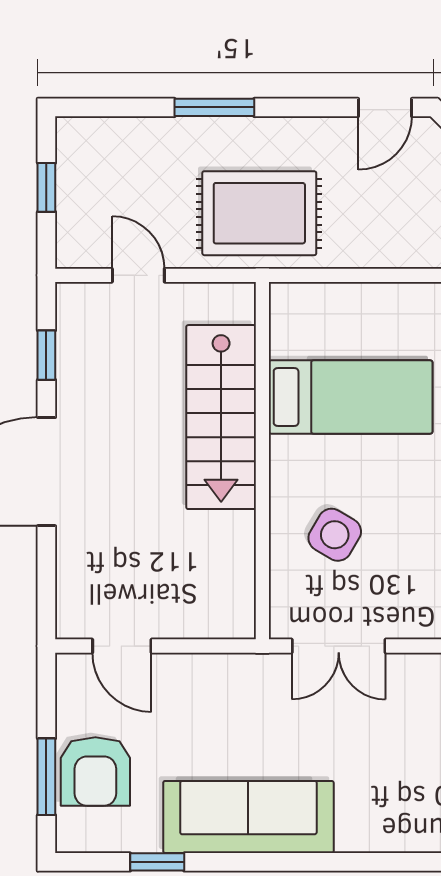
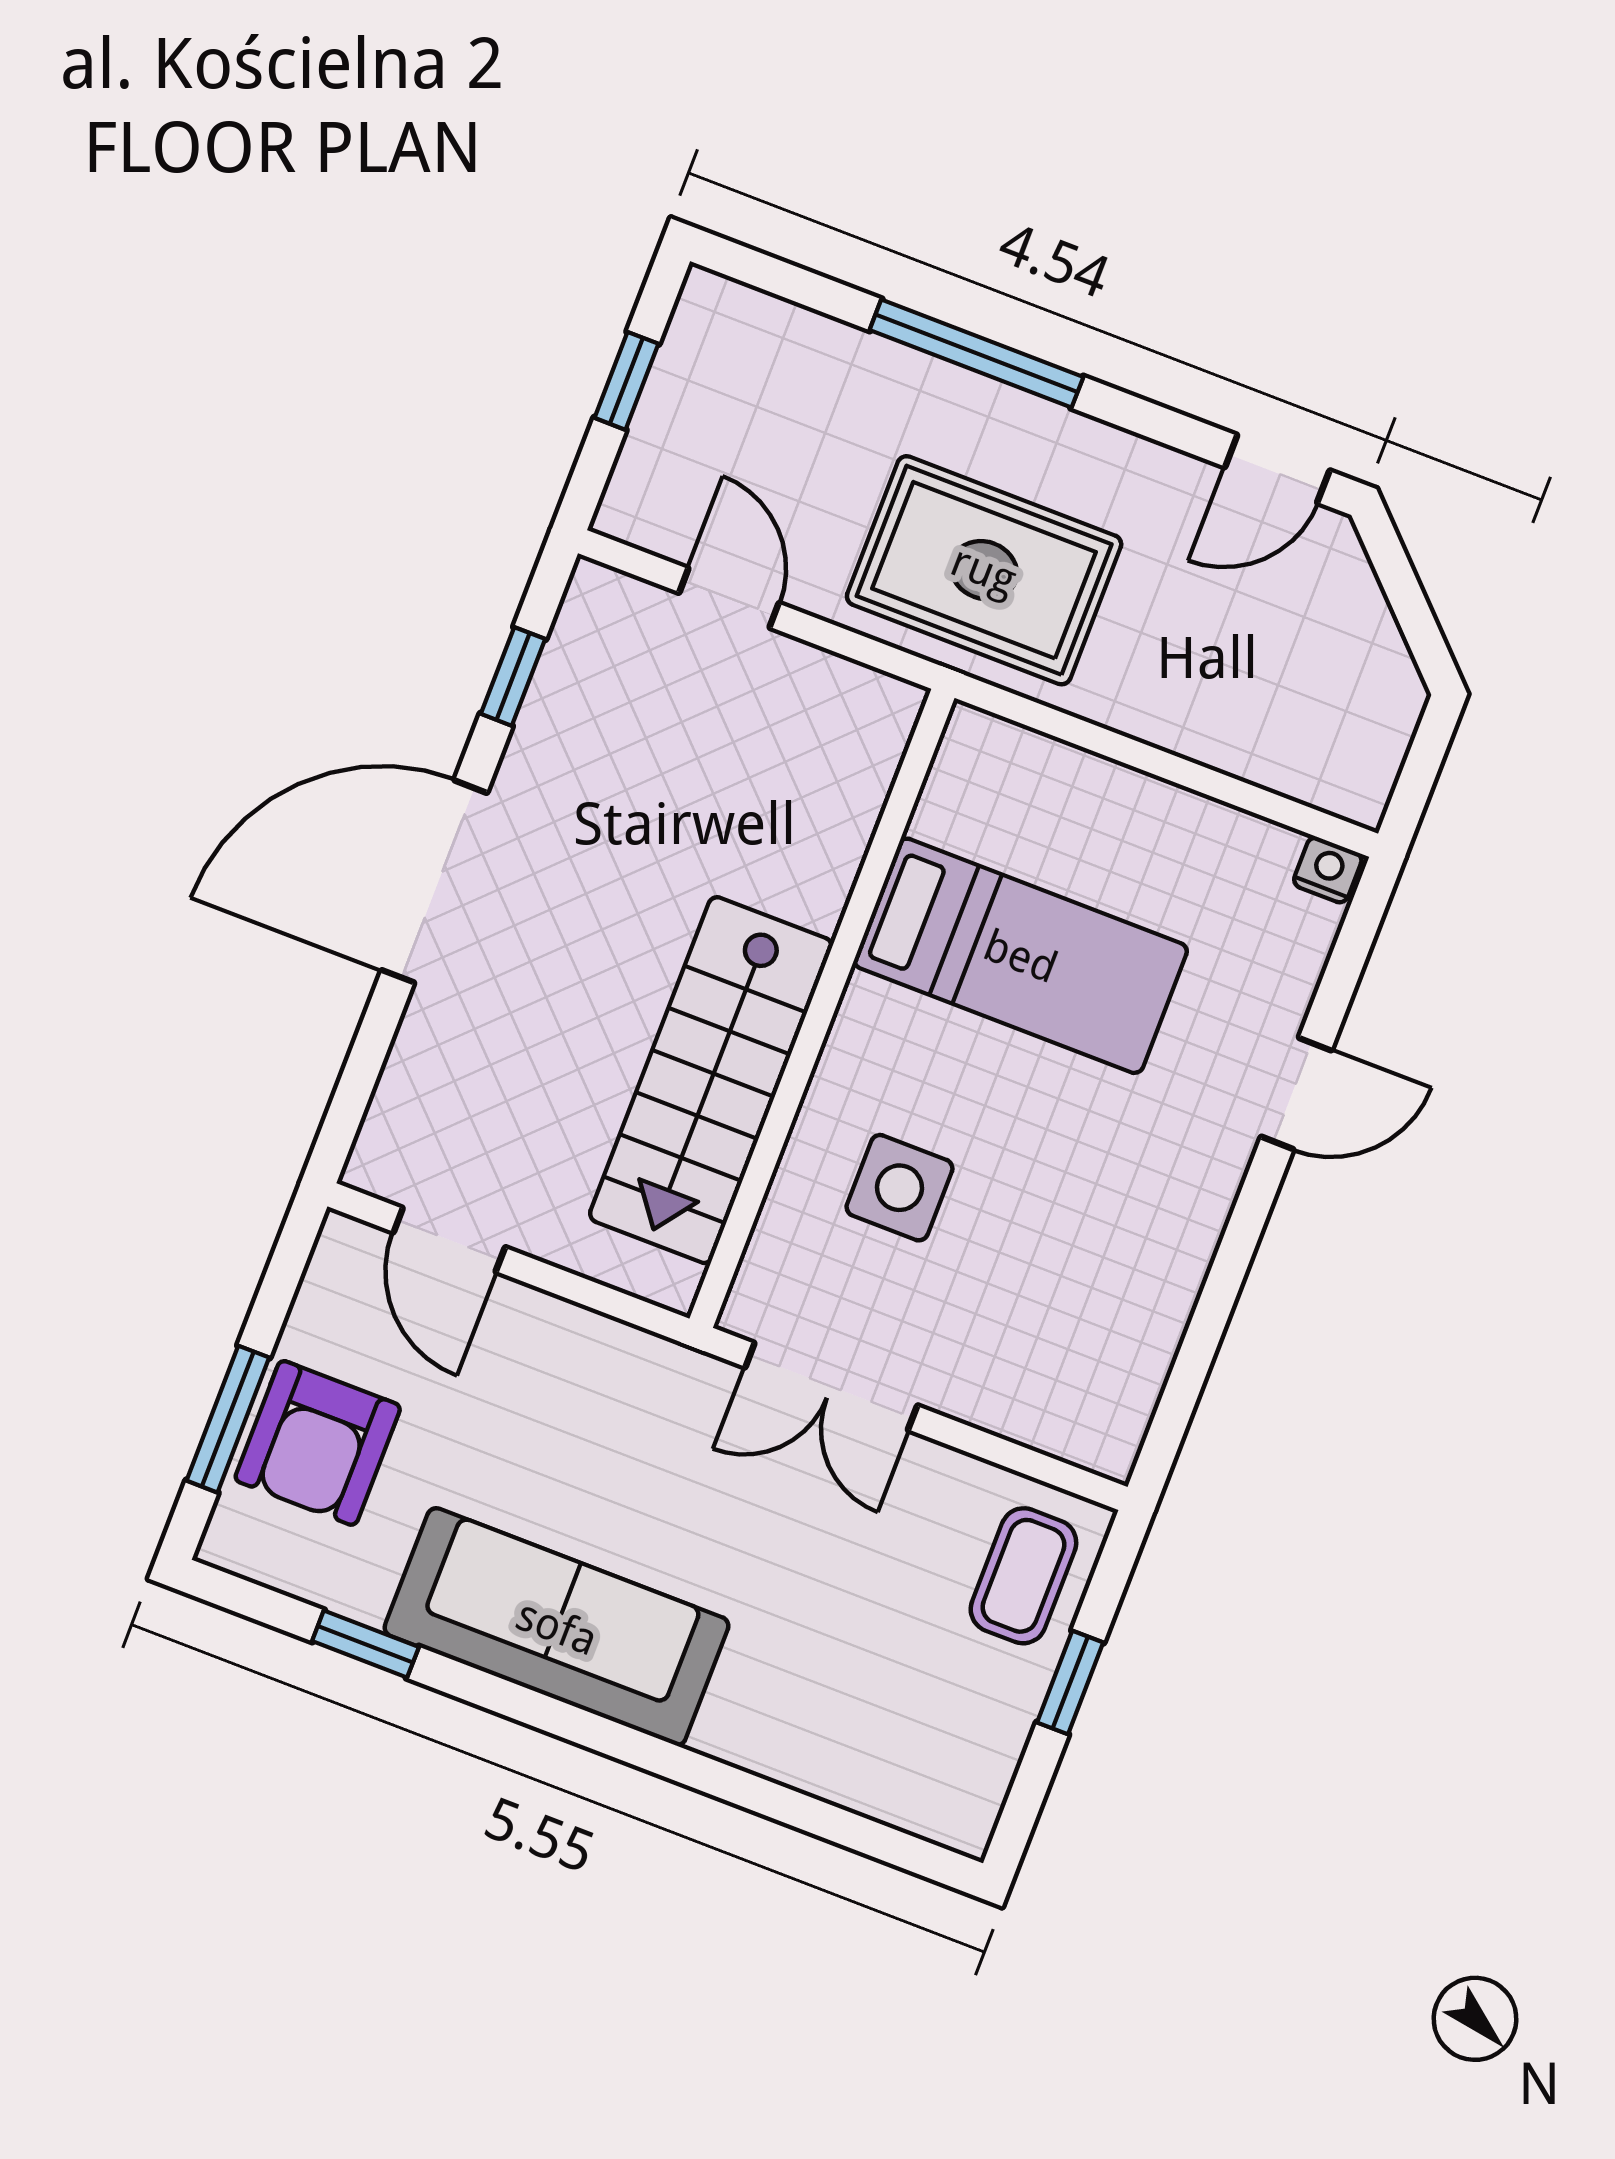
window: (214, 107) -> (976, 353), width x1.44
stairs: (221, 417) -> (711, 1080), moved
side table: (335, 535) -> (899, 1188), turned -31

